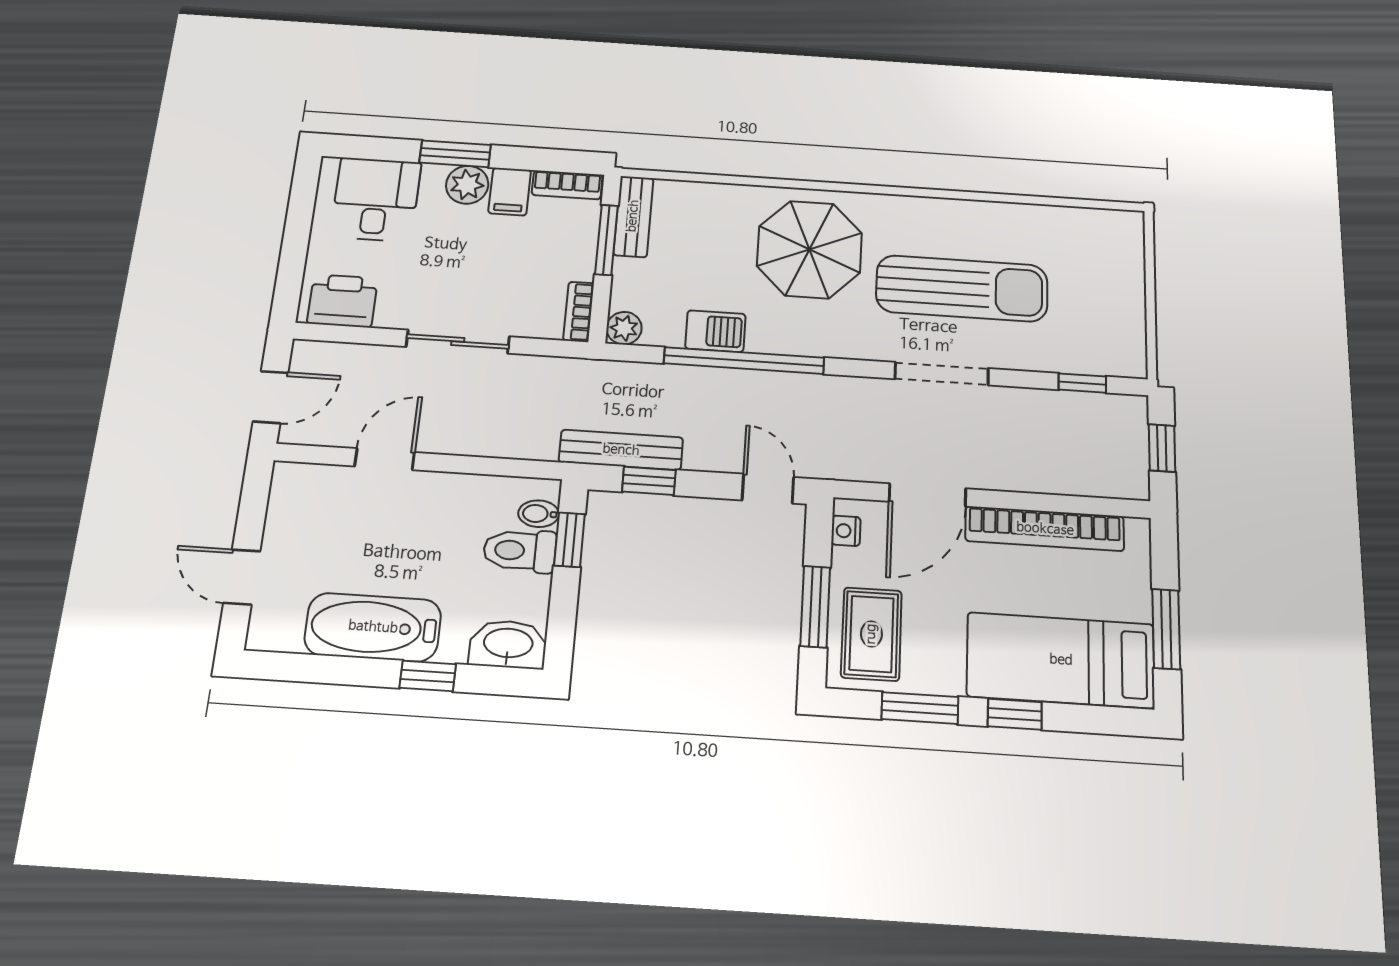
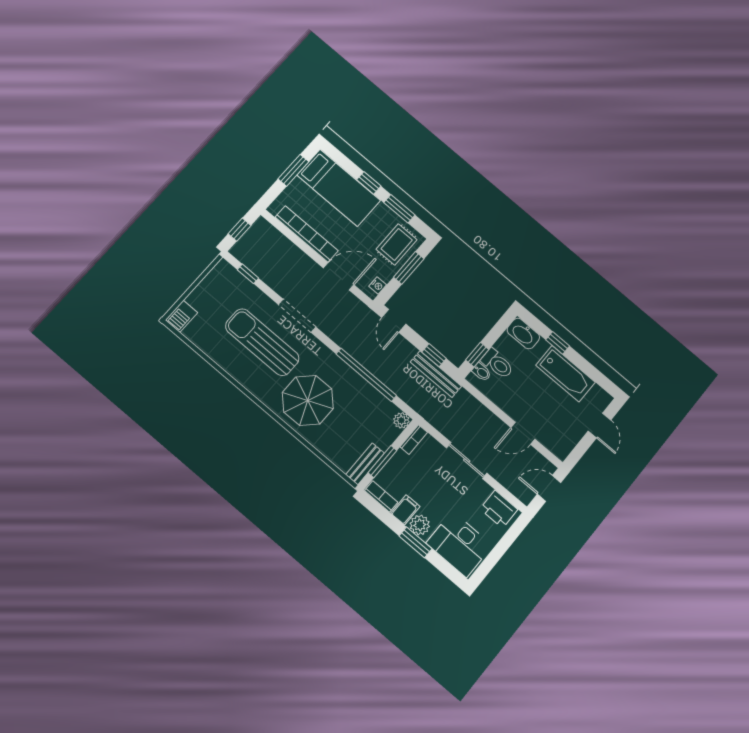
desk: (376, 199) -> (459, 544), width x1.37
barbecue: (715, 331) -> (182, 316), moved, turned -90

